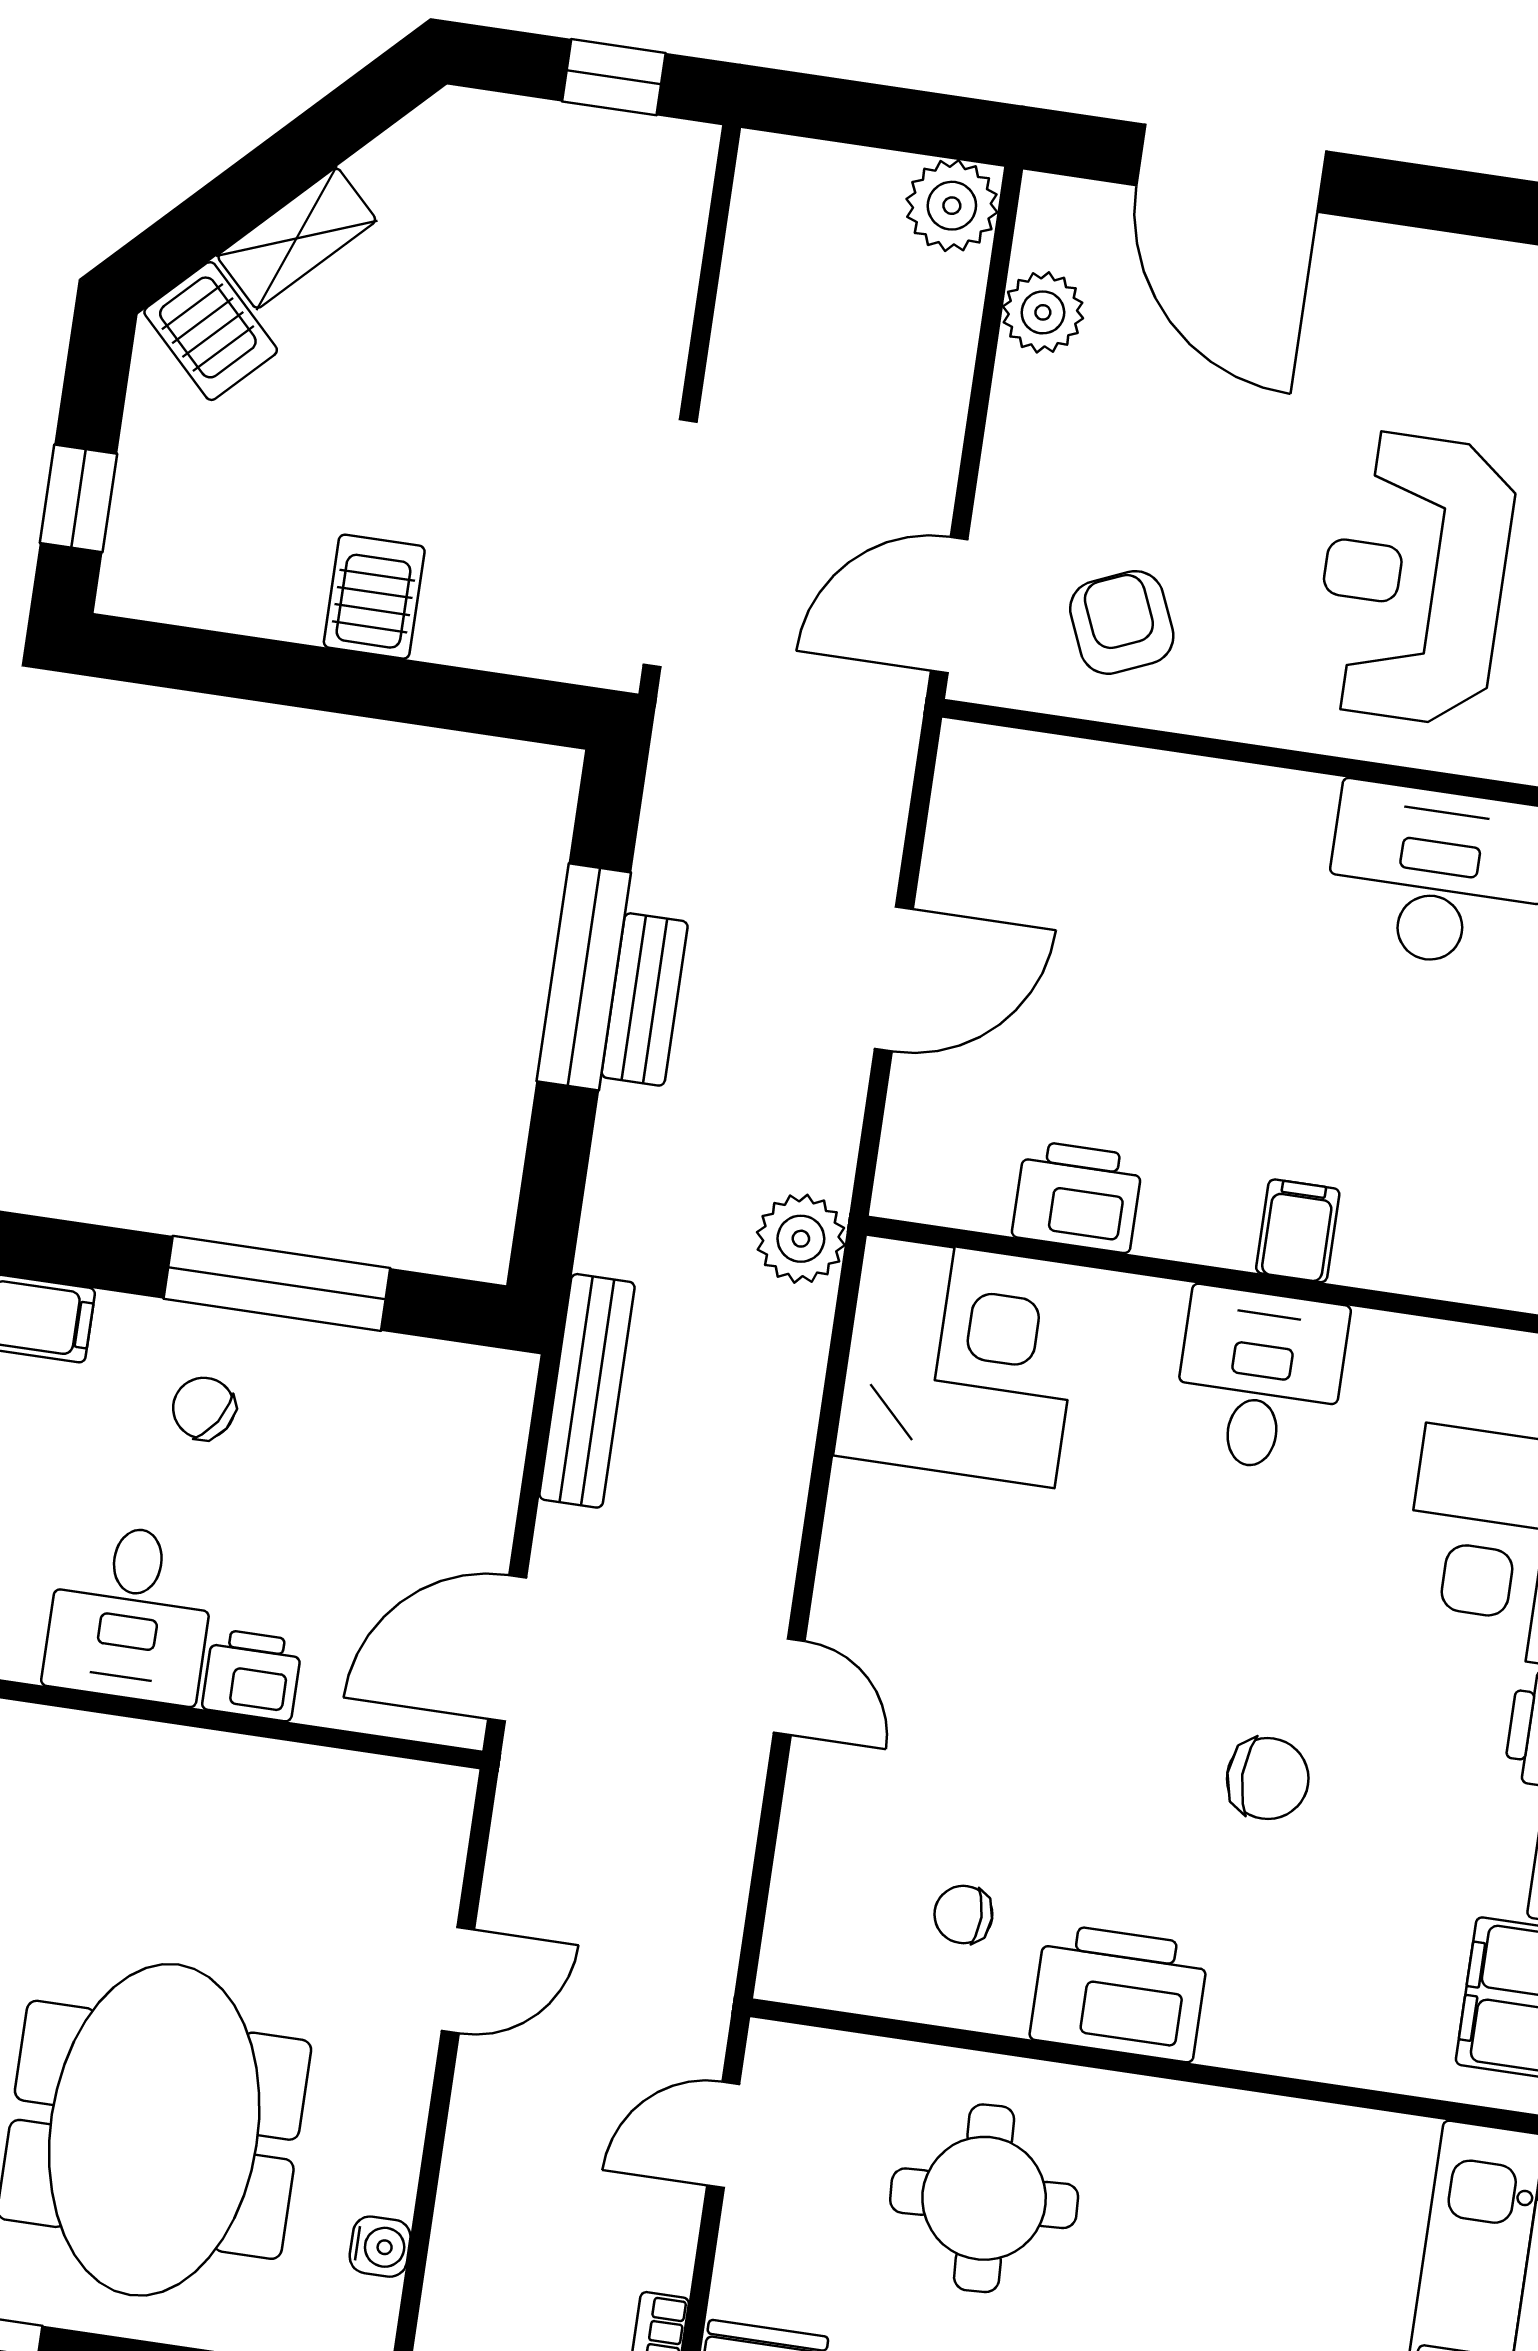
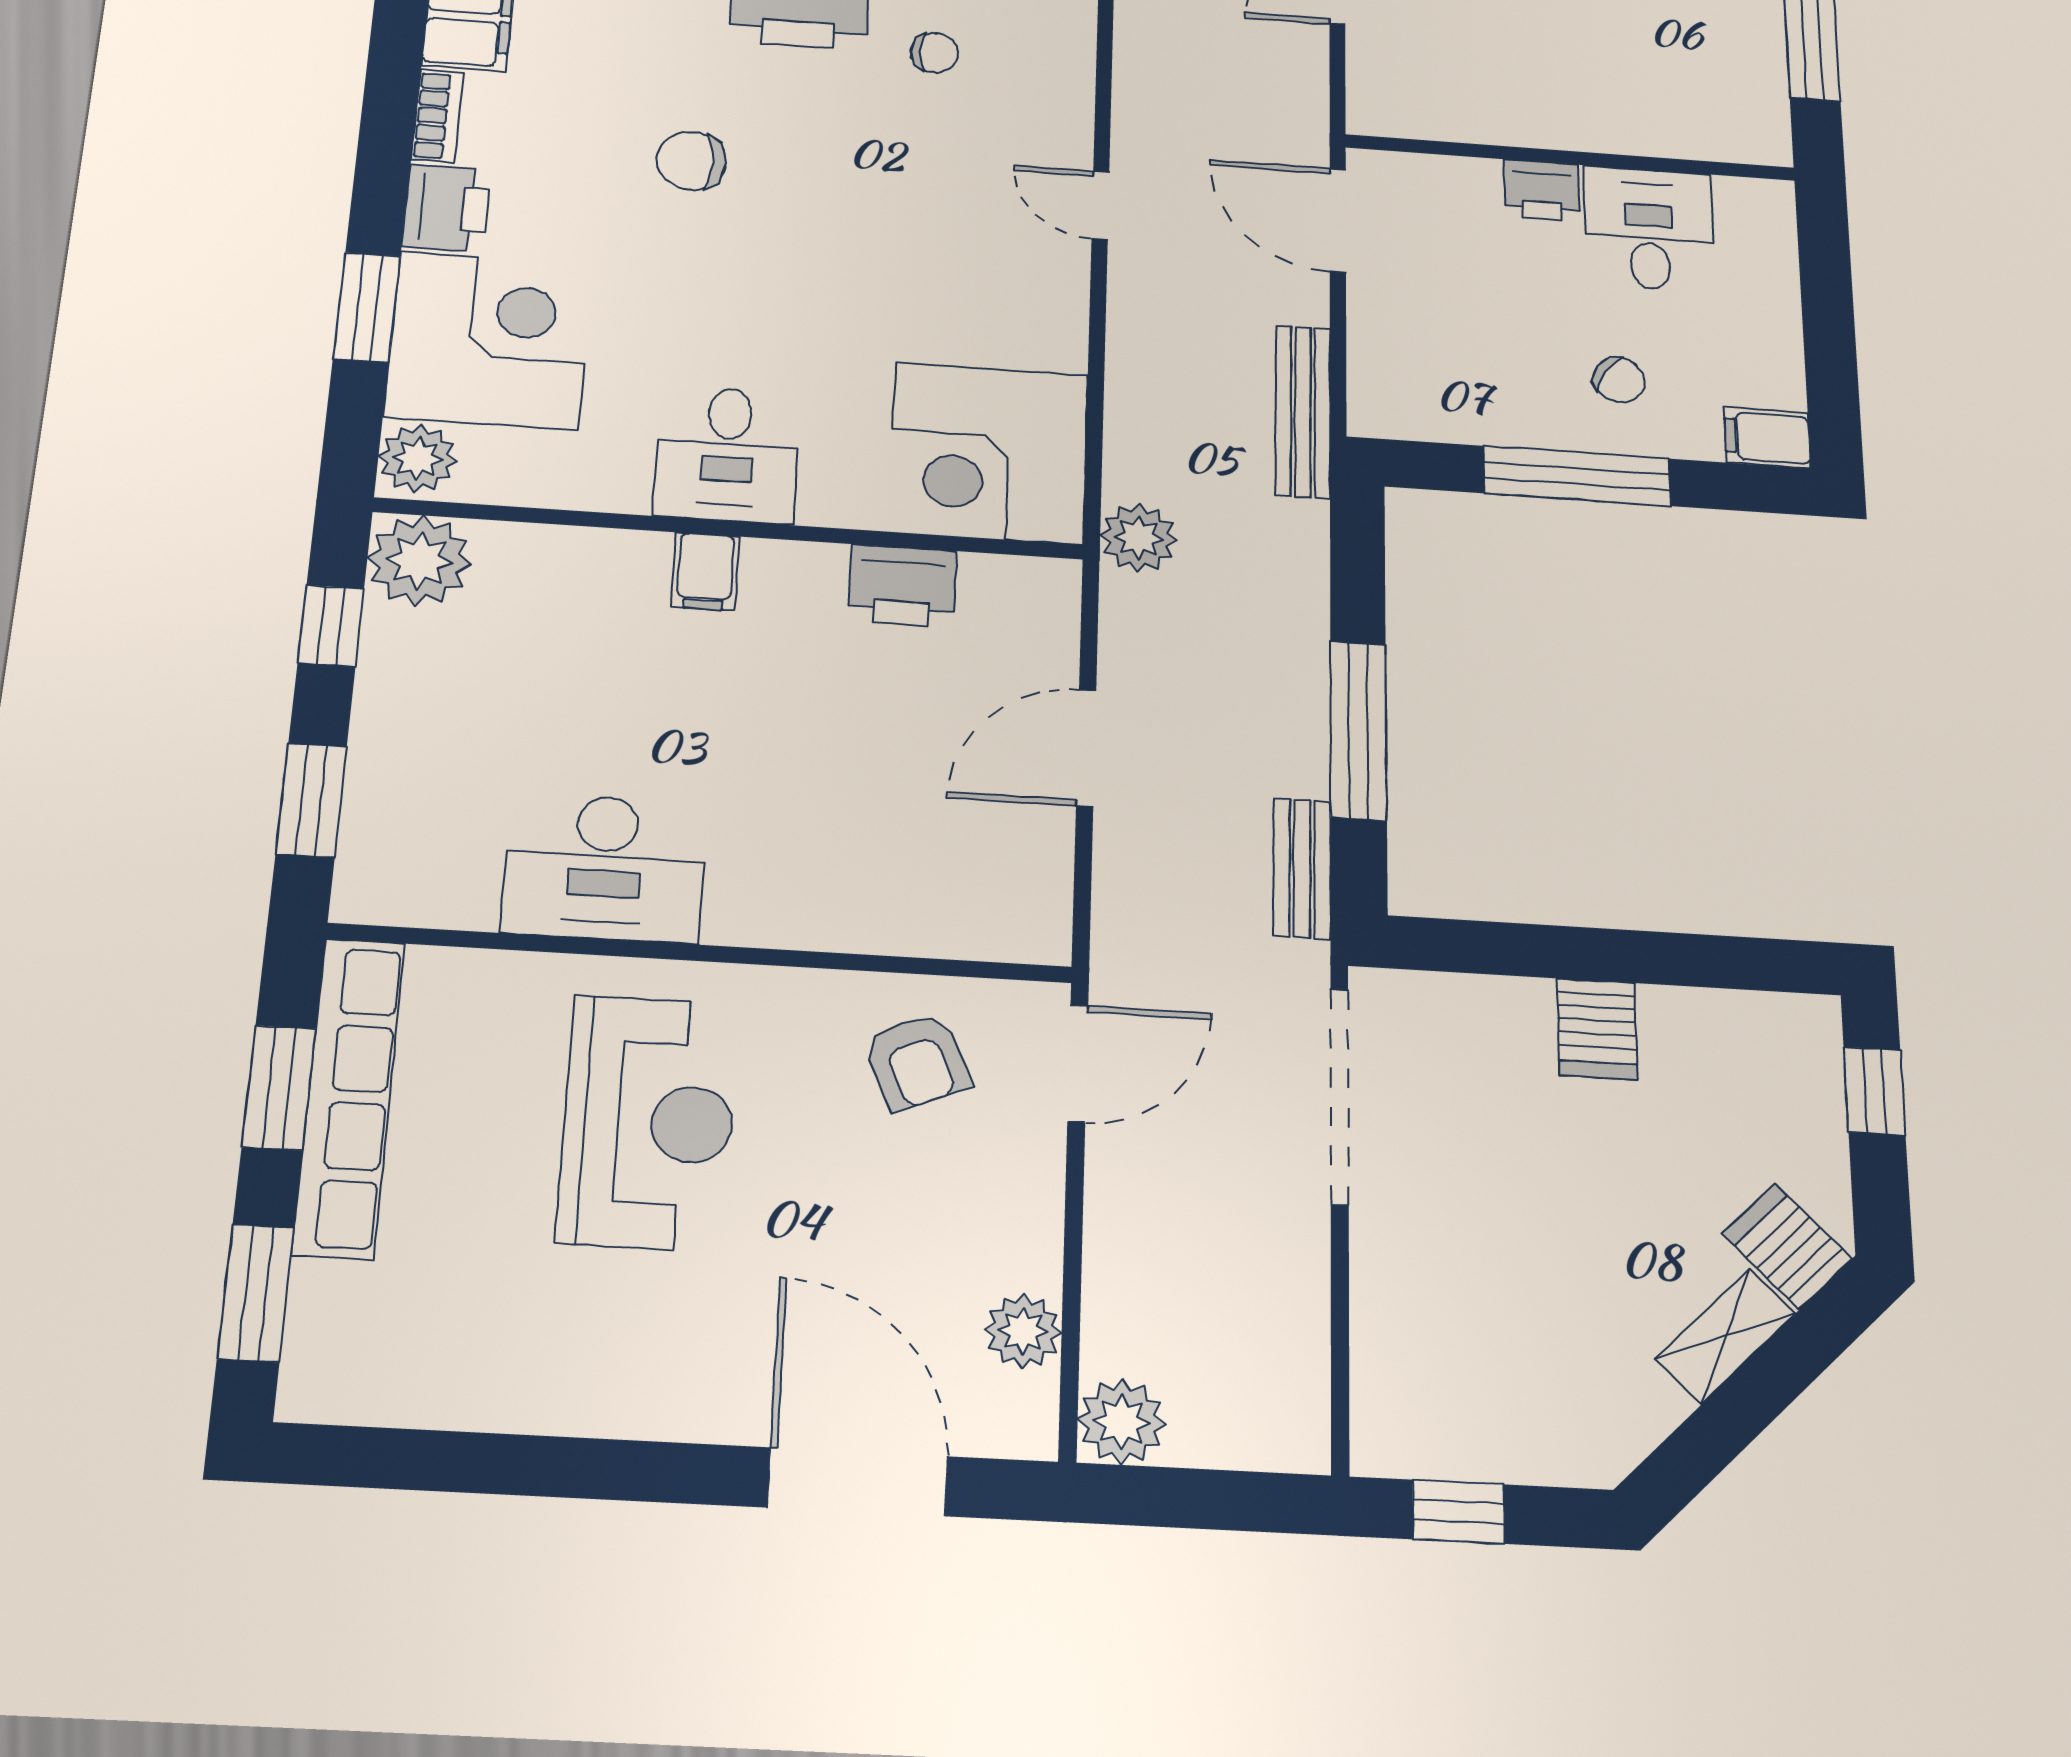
bench: (645, 999) -> (1302, 868), moved
door: (507, 1648) -> (1338, 220), swing flipped

